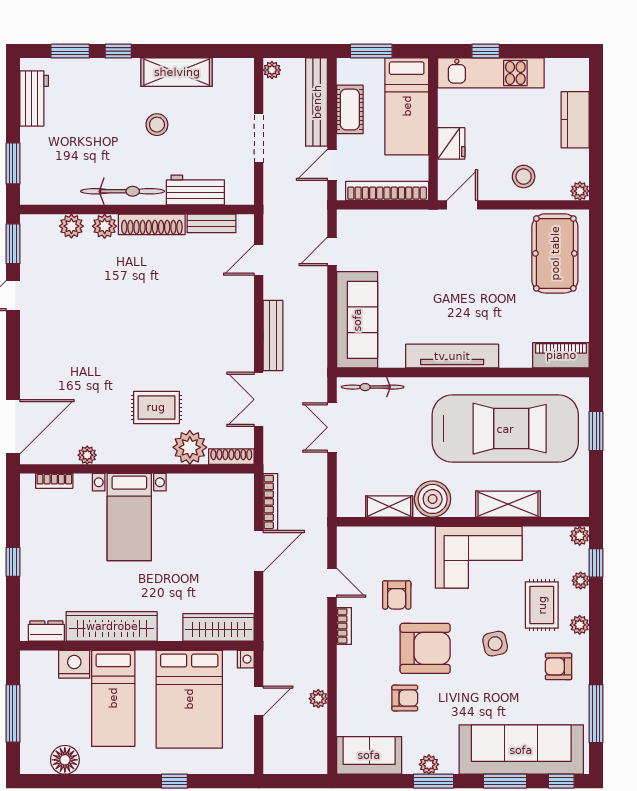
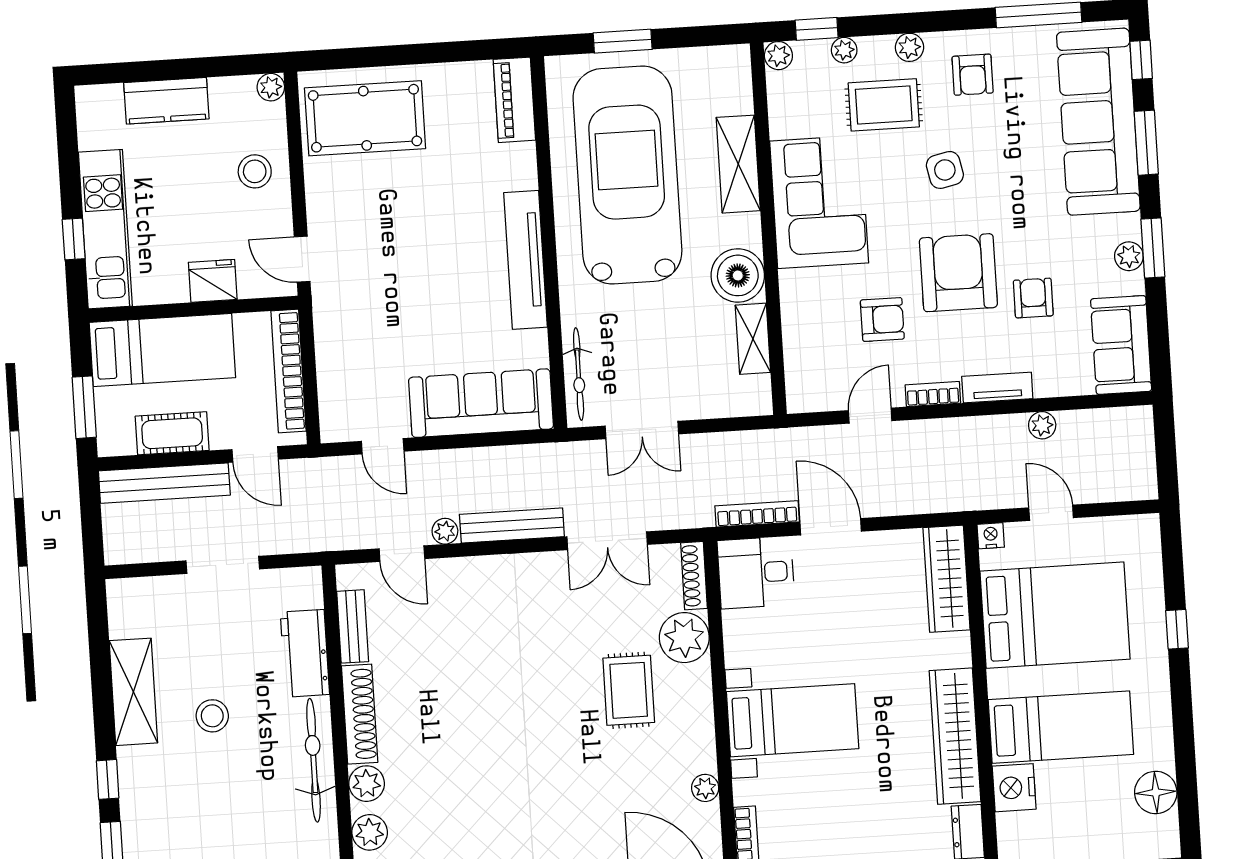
plant: (272, 70) -> (445, 531), moved
desk: (231, 499) -> (756, 573), added
tv unit: (346, 670) -> (997, 388), added

